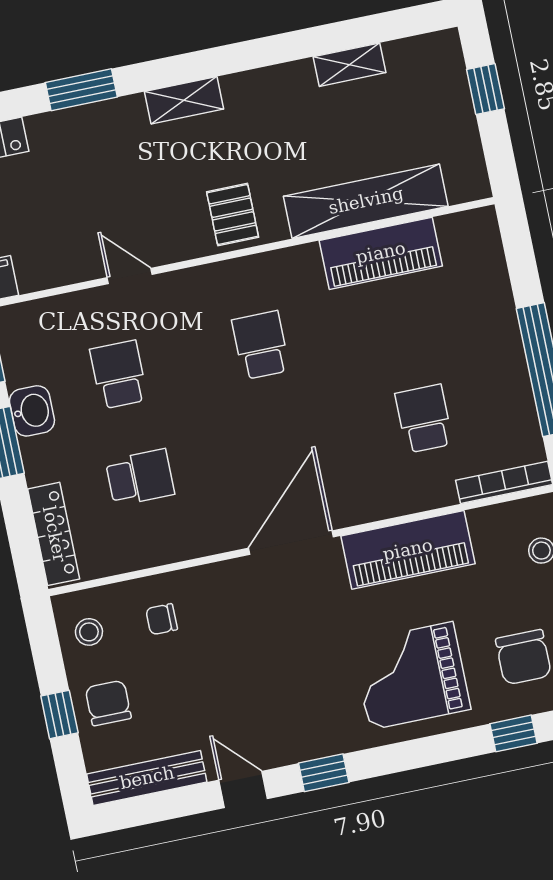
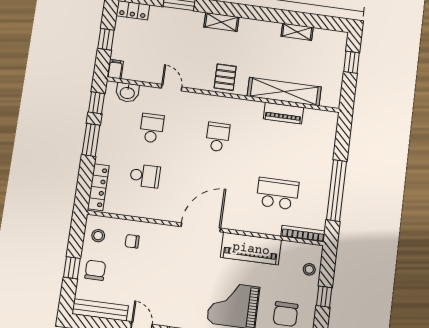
piano: (381, 253) -> (283, 113), width x0.73, depth x0.75
washbasin: (32, 411) -> (127, 93), moved, turned 90
school desk: (424, 419) -> (277, 194), width x1.85

